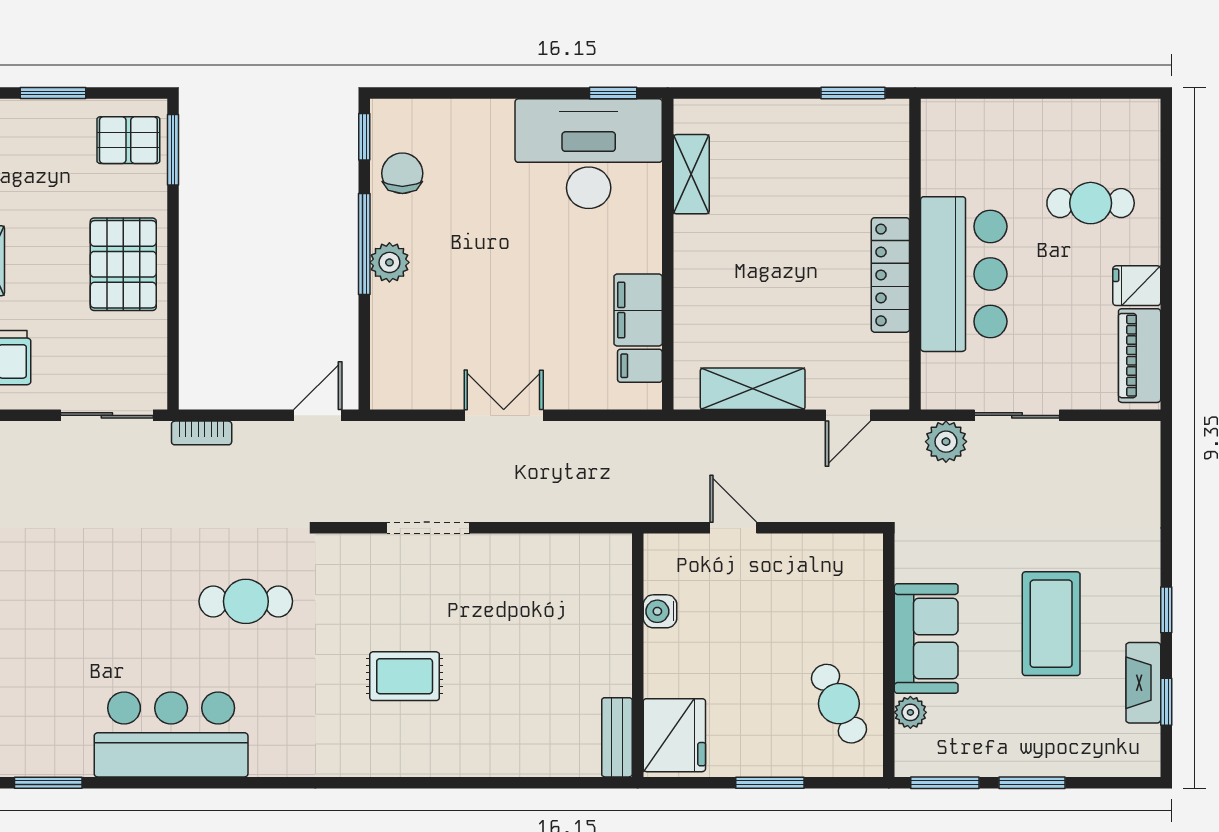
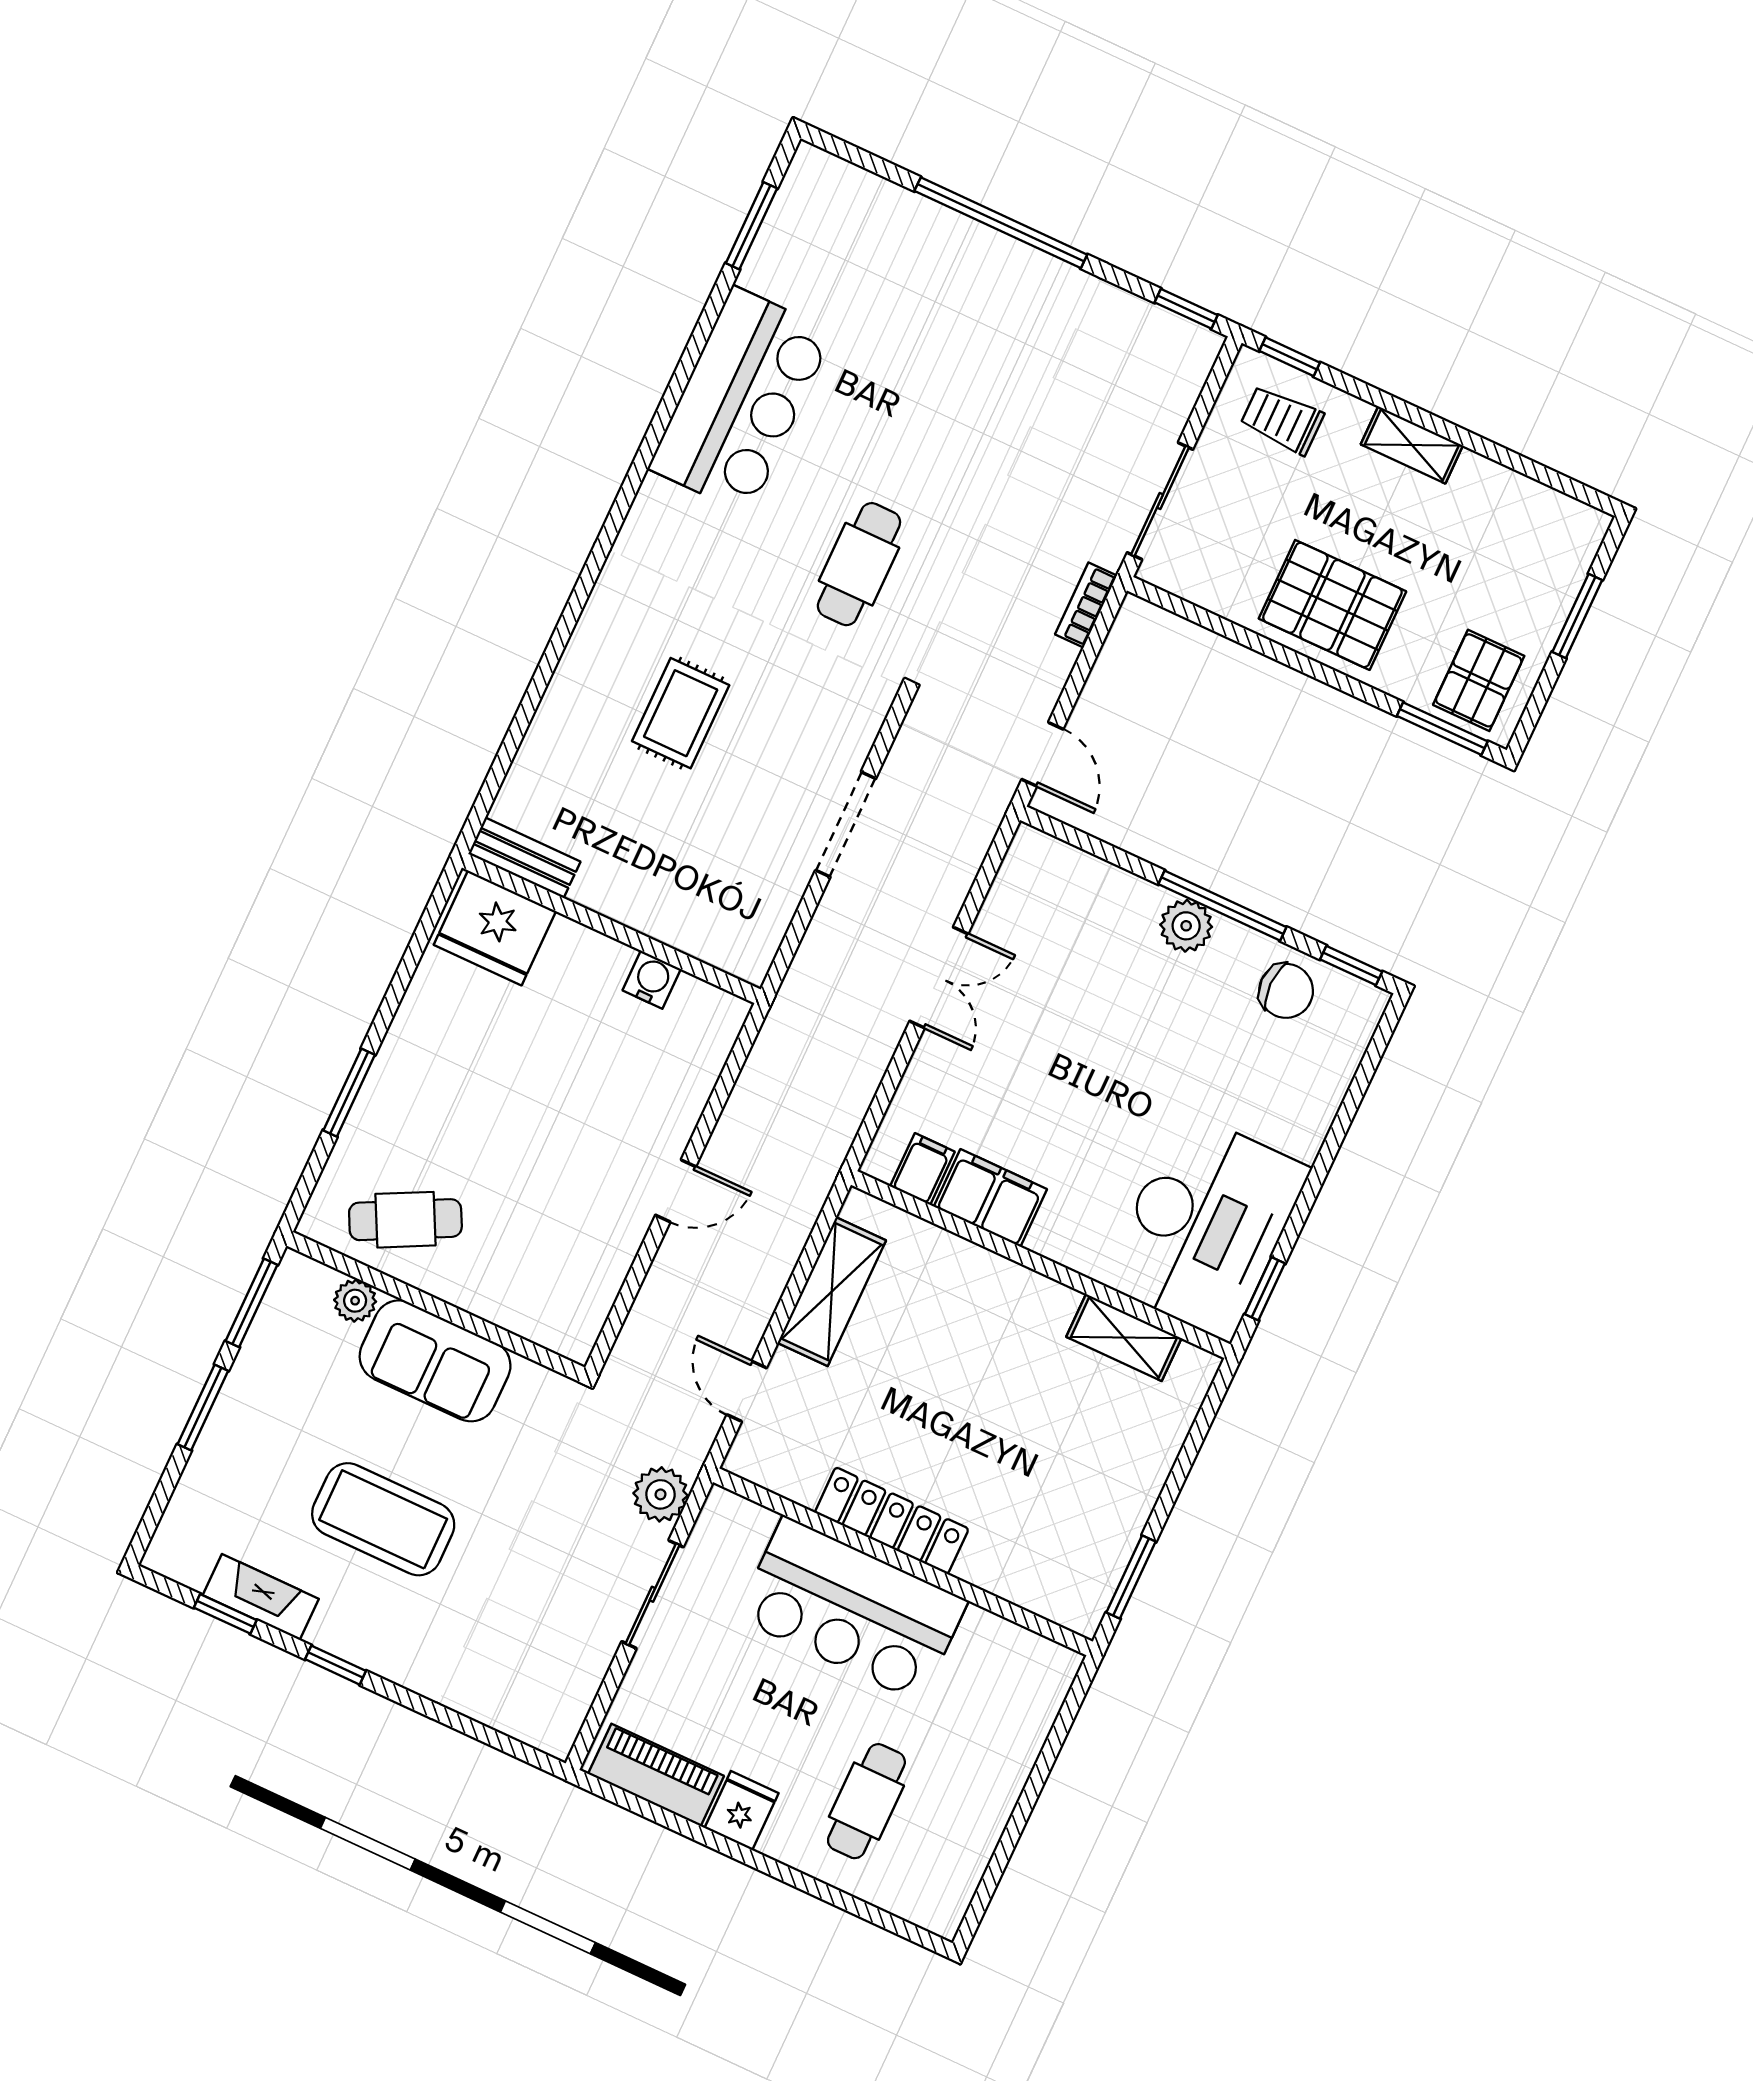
water cooler: (660, 611) -> (652, 980), moved
wall: (638, 655) -> (611, 928), moved
fridge: (674, 735) -> (495, 928), moved
bench: (617, 737) -> (524, 858), moved

